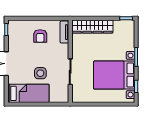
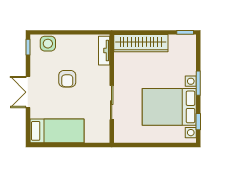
armchair: (40, 36) -> (67, 79), moved
side table: (40, 73) -> (48, 44), moved

